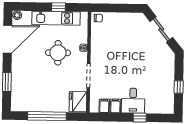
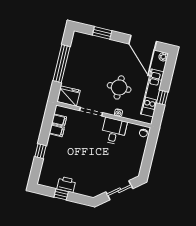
printer: (167, 84) -> (66, 184), added
desk: (133, 101) -> (114, 131), moved, turned 90

